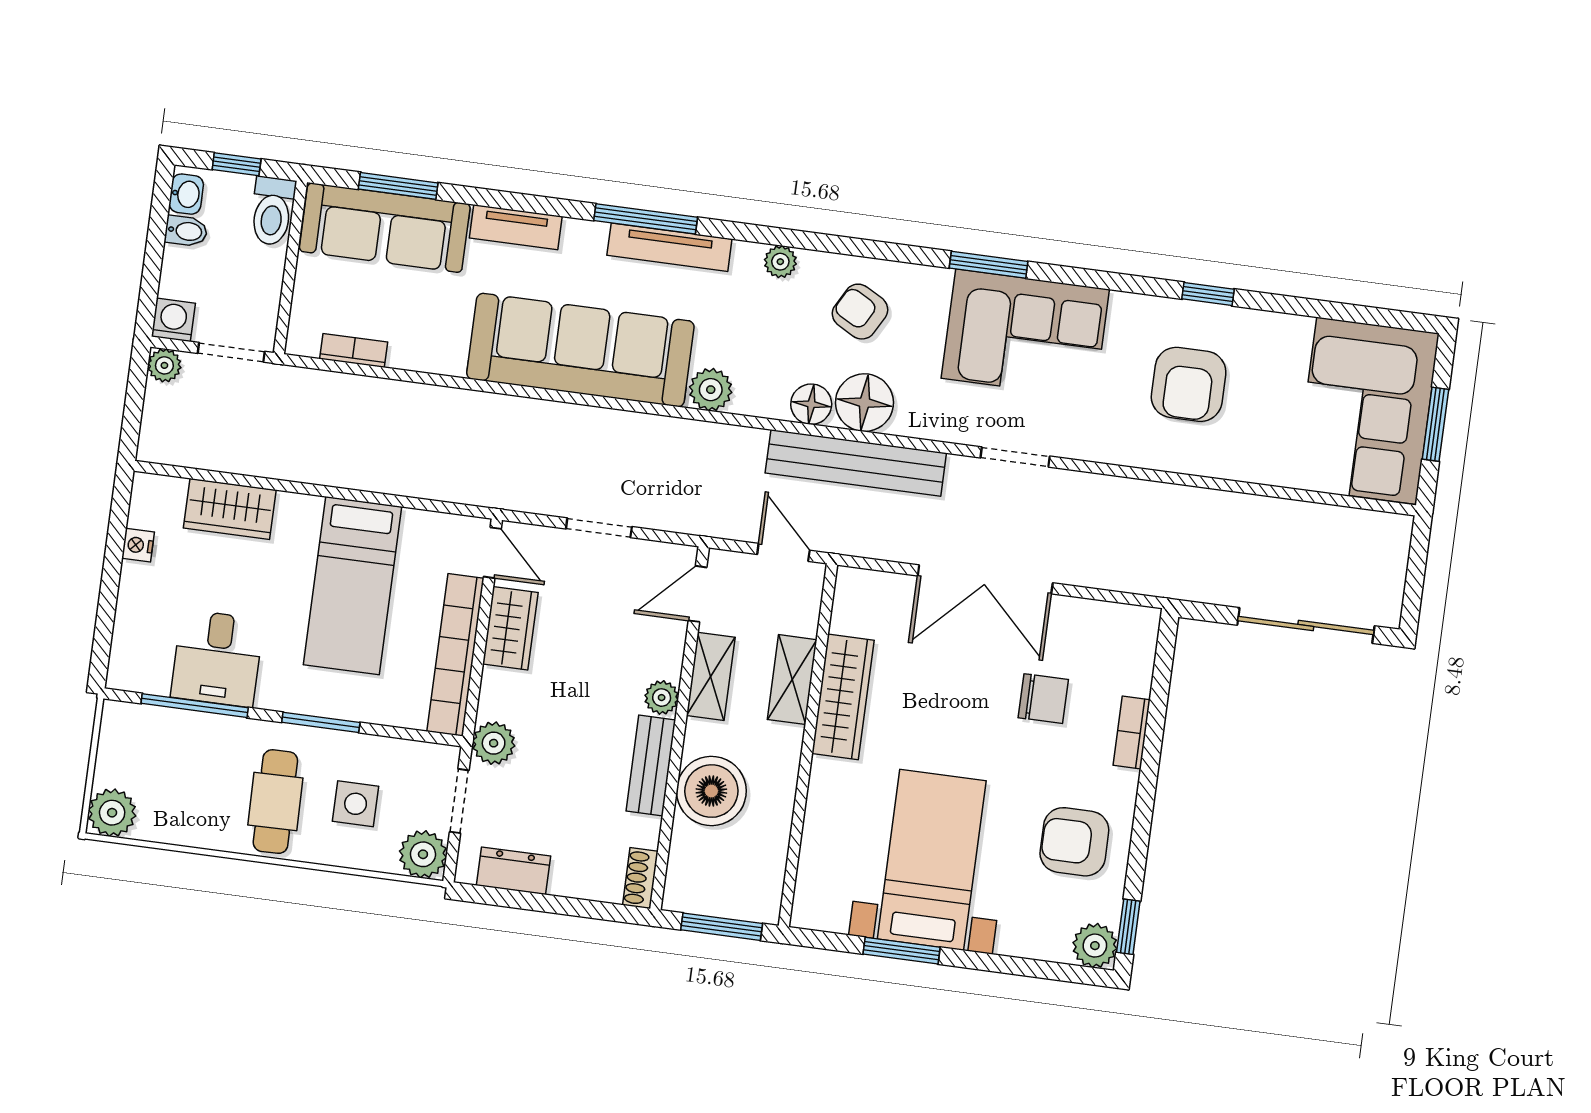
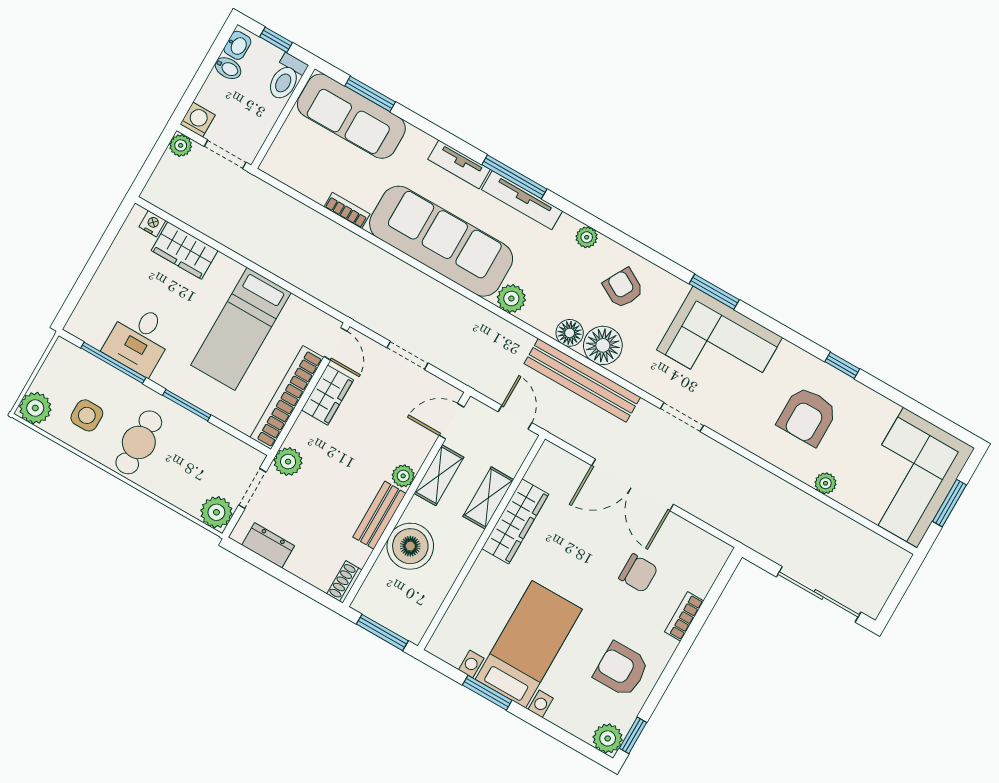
tv unit: (516, 227) -> (459, 164), moved
bookcase: (354, 351) -> (347, 210), moved
plant: (1252, 467) -> (825, 483), added
nightstand: (138, 545) -> (152, 224), moved, turned 90
side table: (356, 804) -> (87, 415), moved

